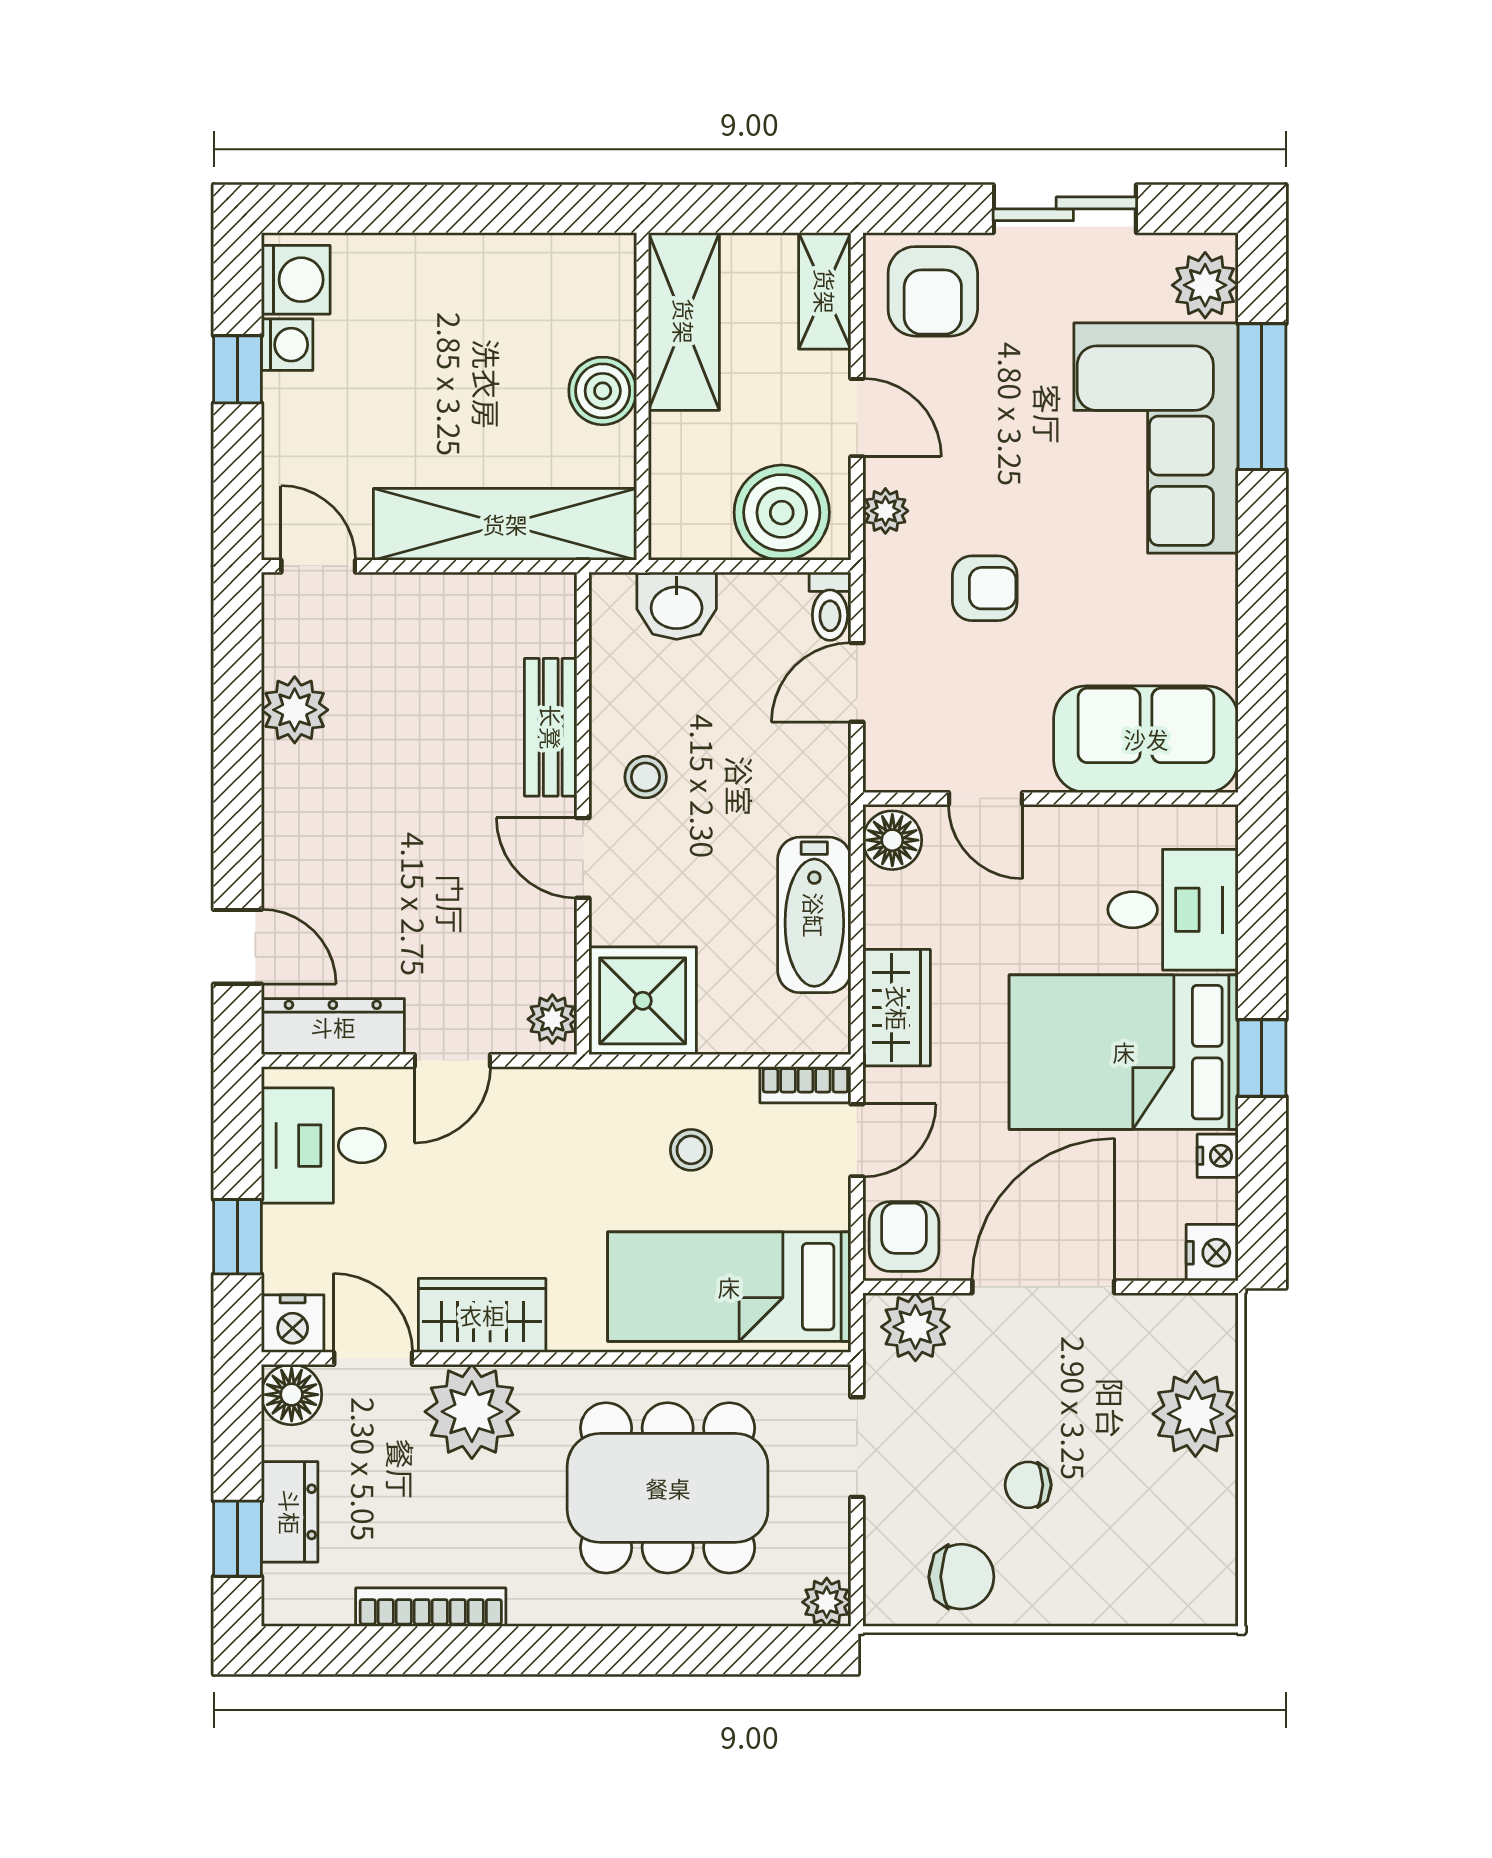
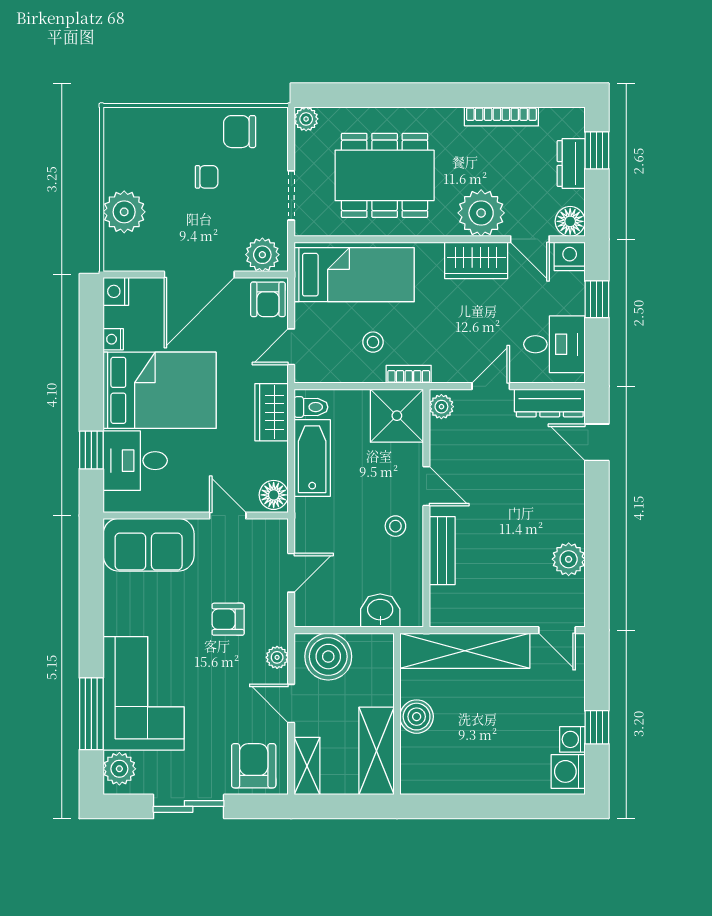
toilet: (830, 606) -> (311, 407), moved, turned 90
window: (1262, 1058) -> (91, 450), moved
bookcase: (805, 1085) -> (409, 374), moved

